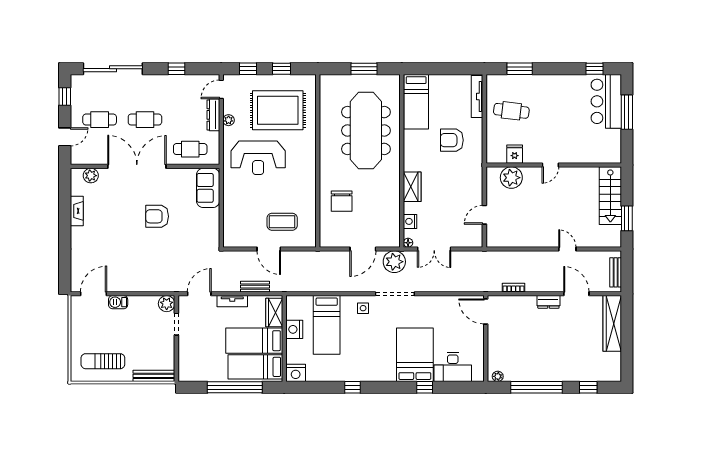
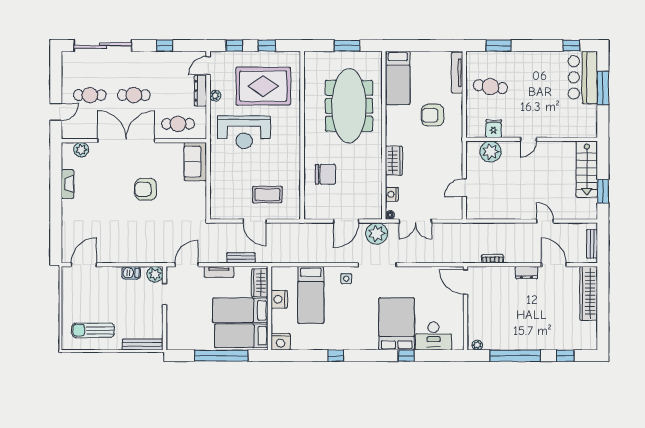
window: (65, 97) -> (56, 73), removed
chair: (342, 201) -> (325, 174), turned -90
barbecue: (118, 302) -> (131, 273), moved

